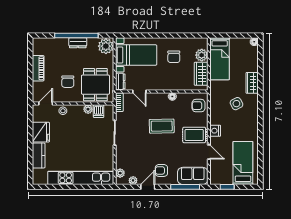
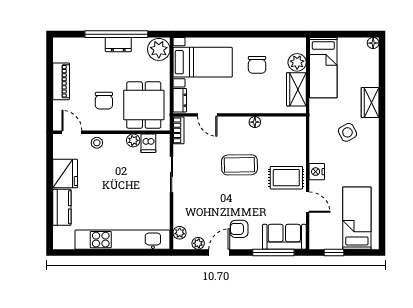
door: (46, 104) -> (72, 132), hinge flipped
armchair: (198, 106) -> (293, 135), removed

